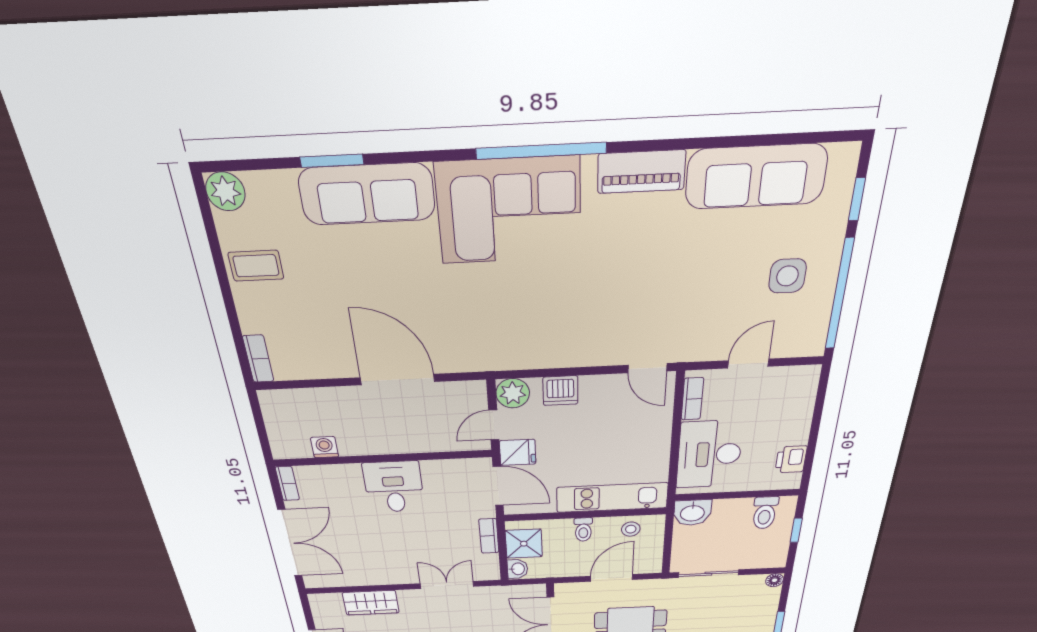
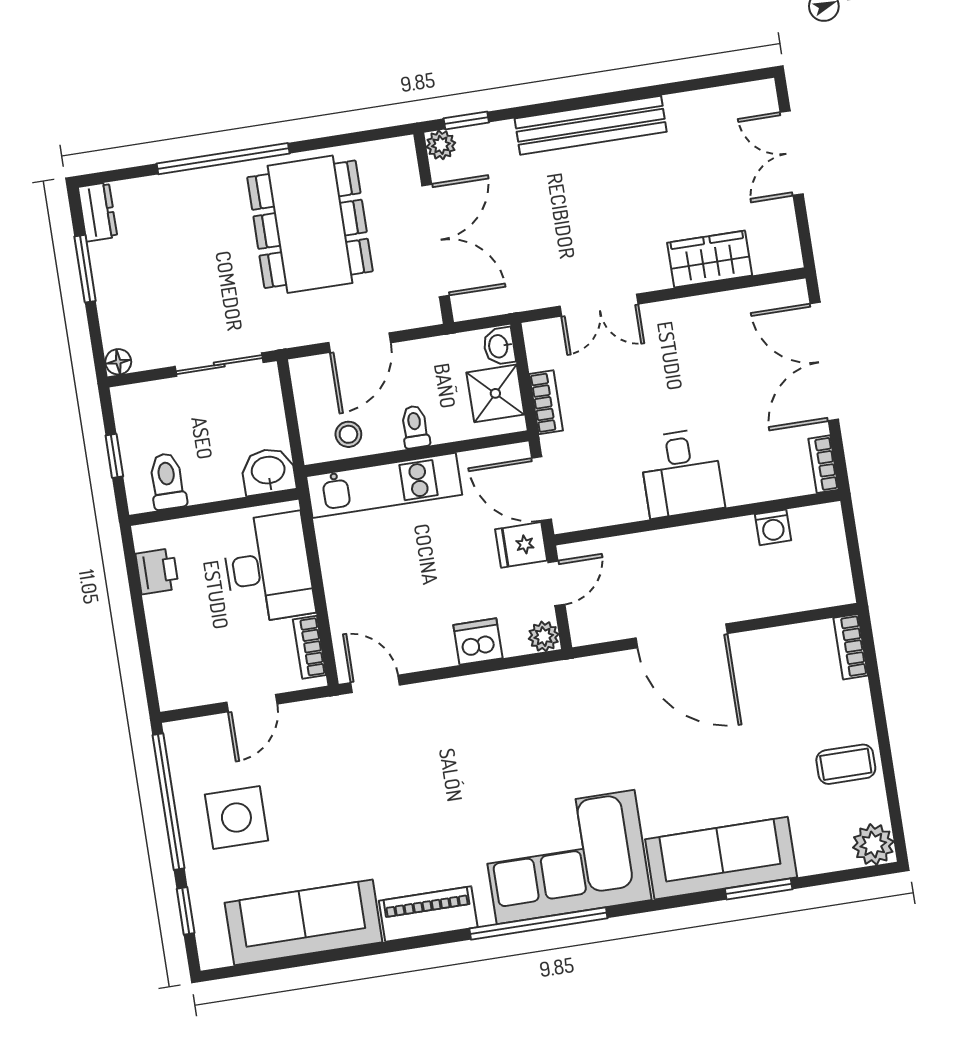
side table: (787, 276) -> (236, 818), width x1.37, depth x1.37
plant: (513, 393) -> (544, 636), width x0.73, depth x0.73

